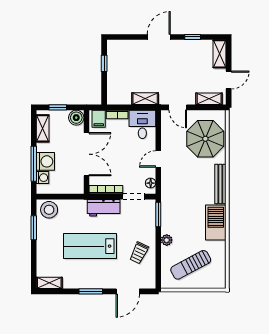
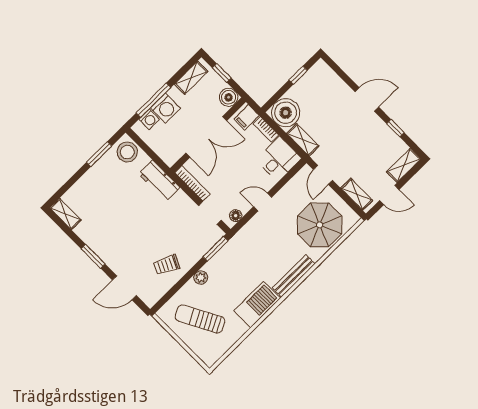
boiler: (119, 93) -> (286, 113), added
workbench: (104, 208) -> (159, 181), moved
lab bench: (90, 246) -> (131, 217), removed

